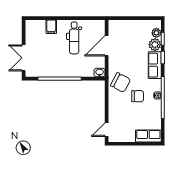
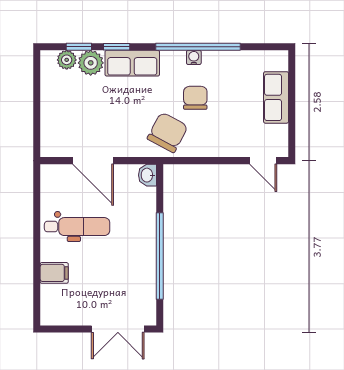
row of seats: (148, 136) -> (276, 97), moved

